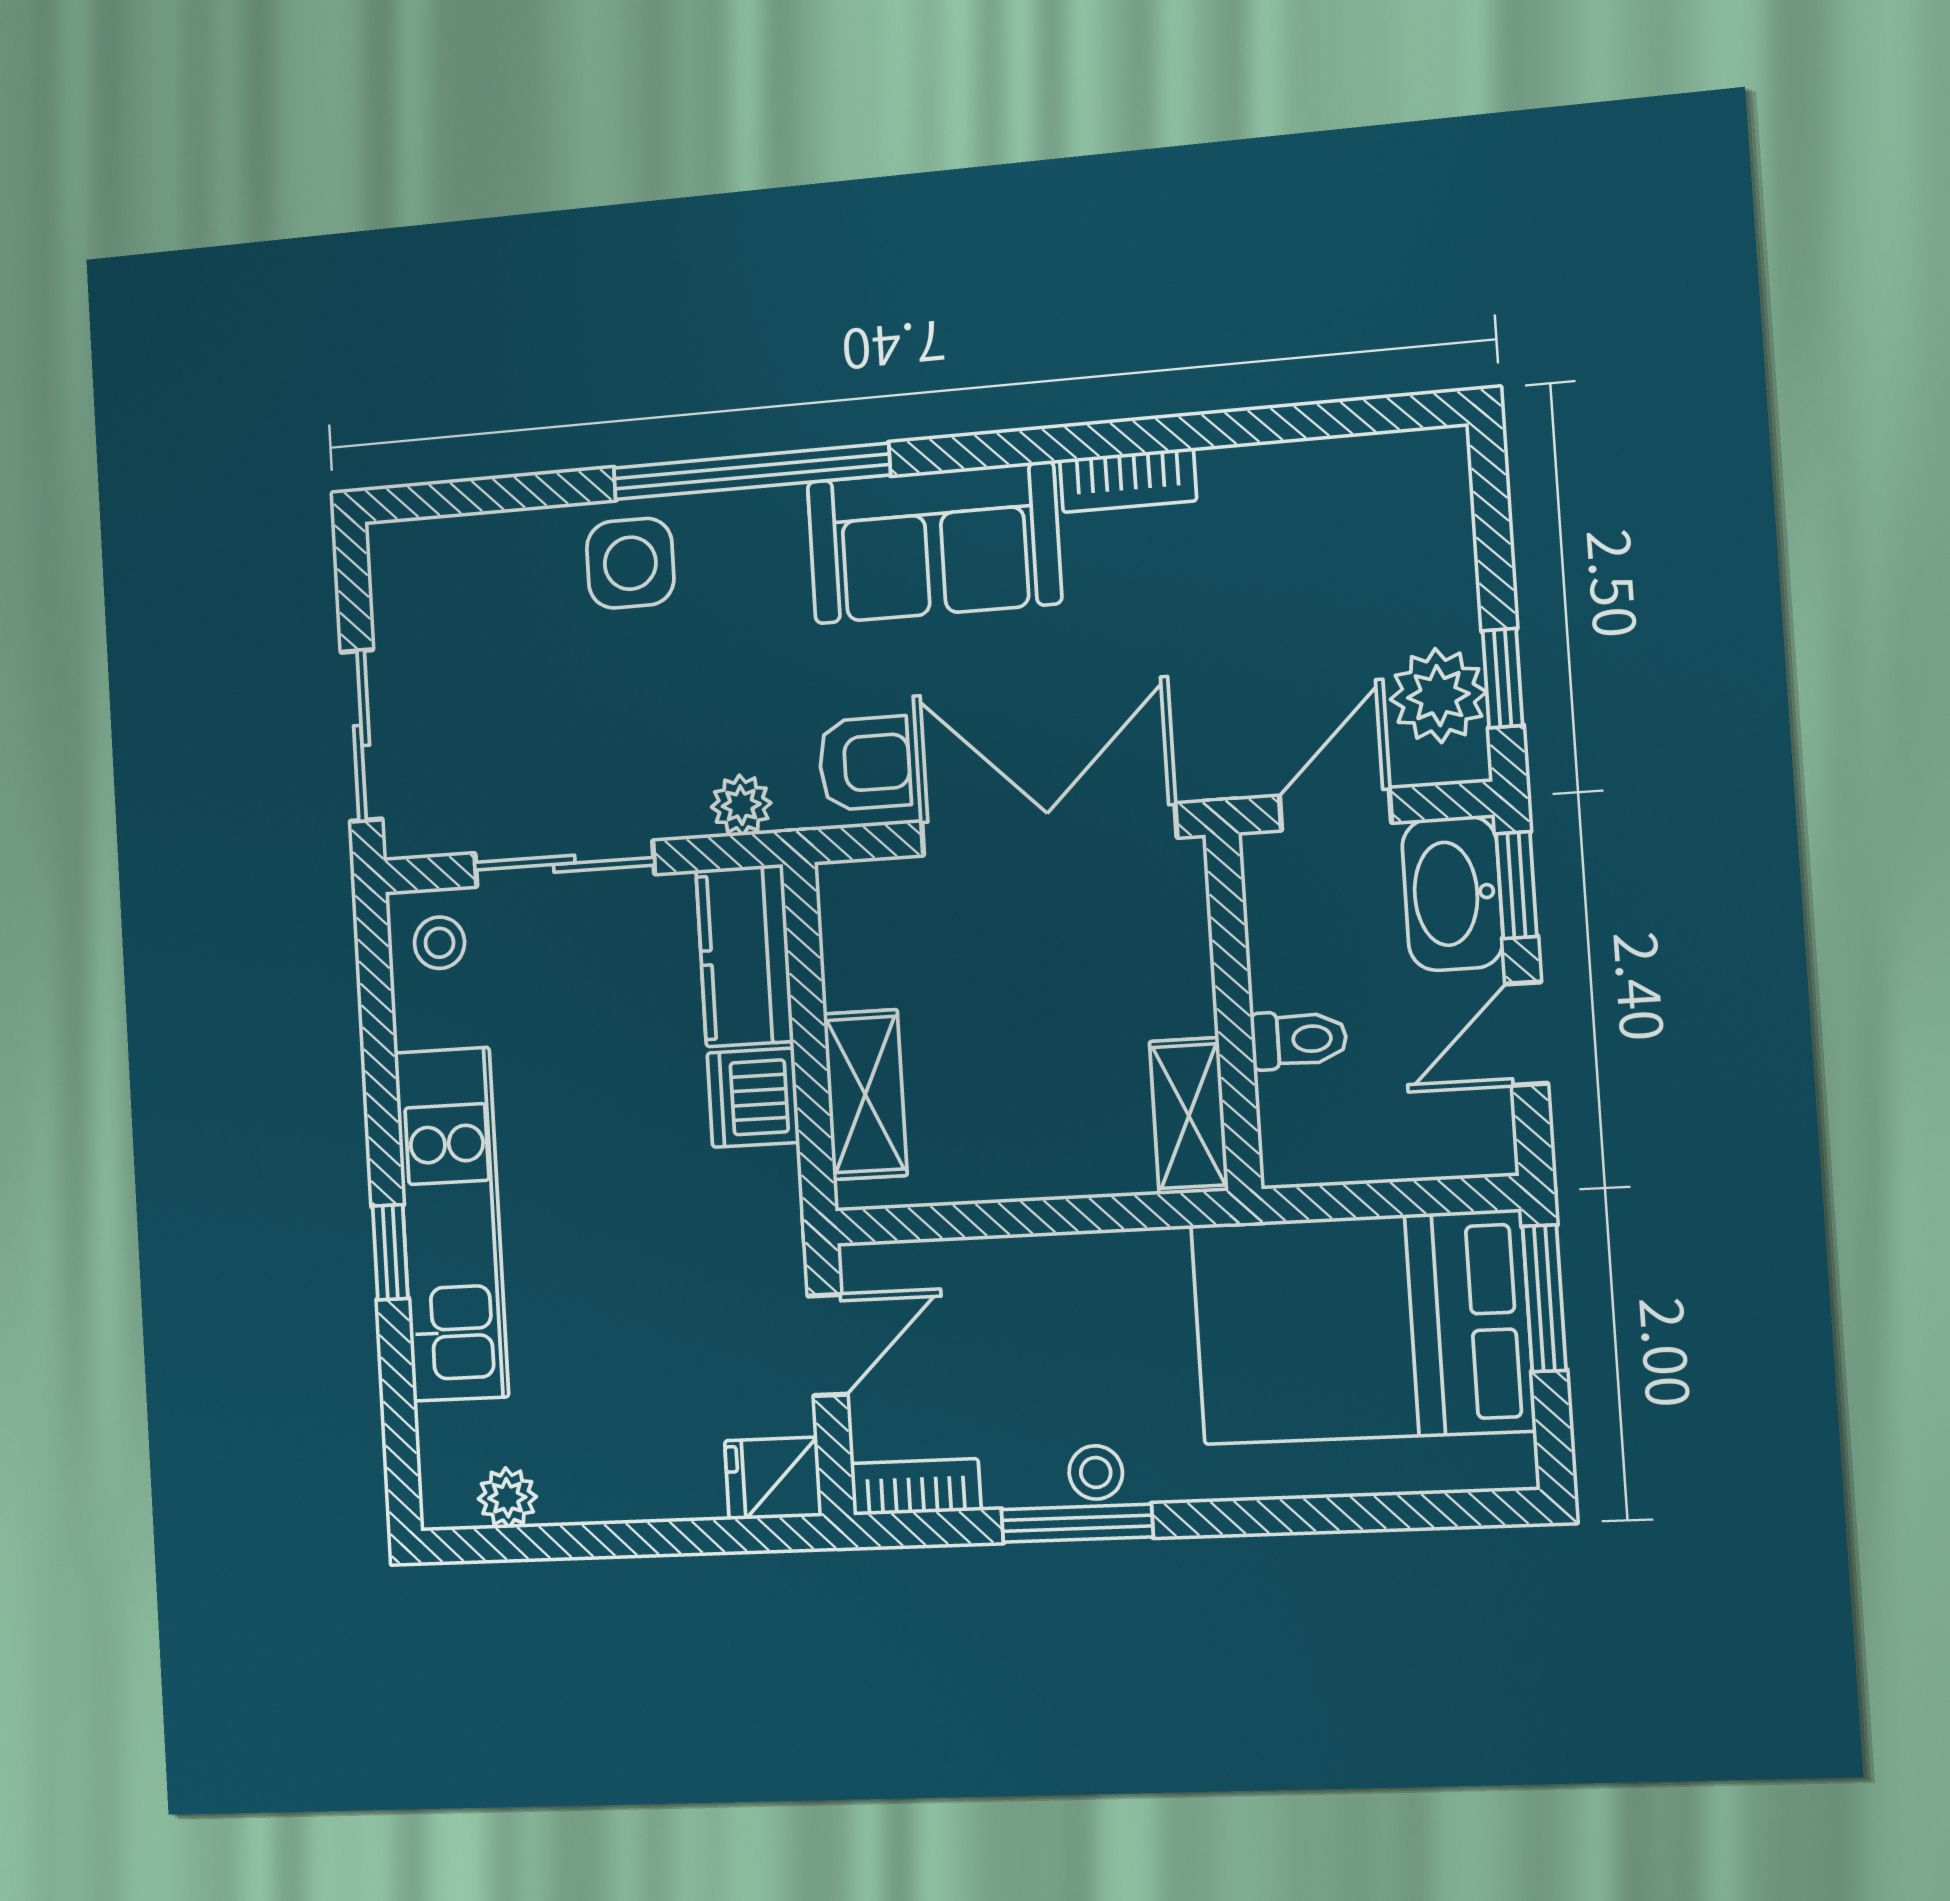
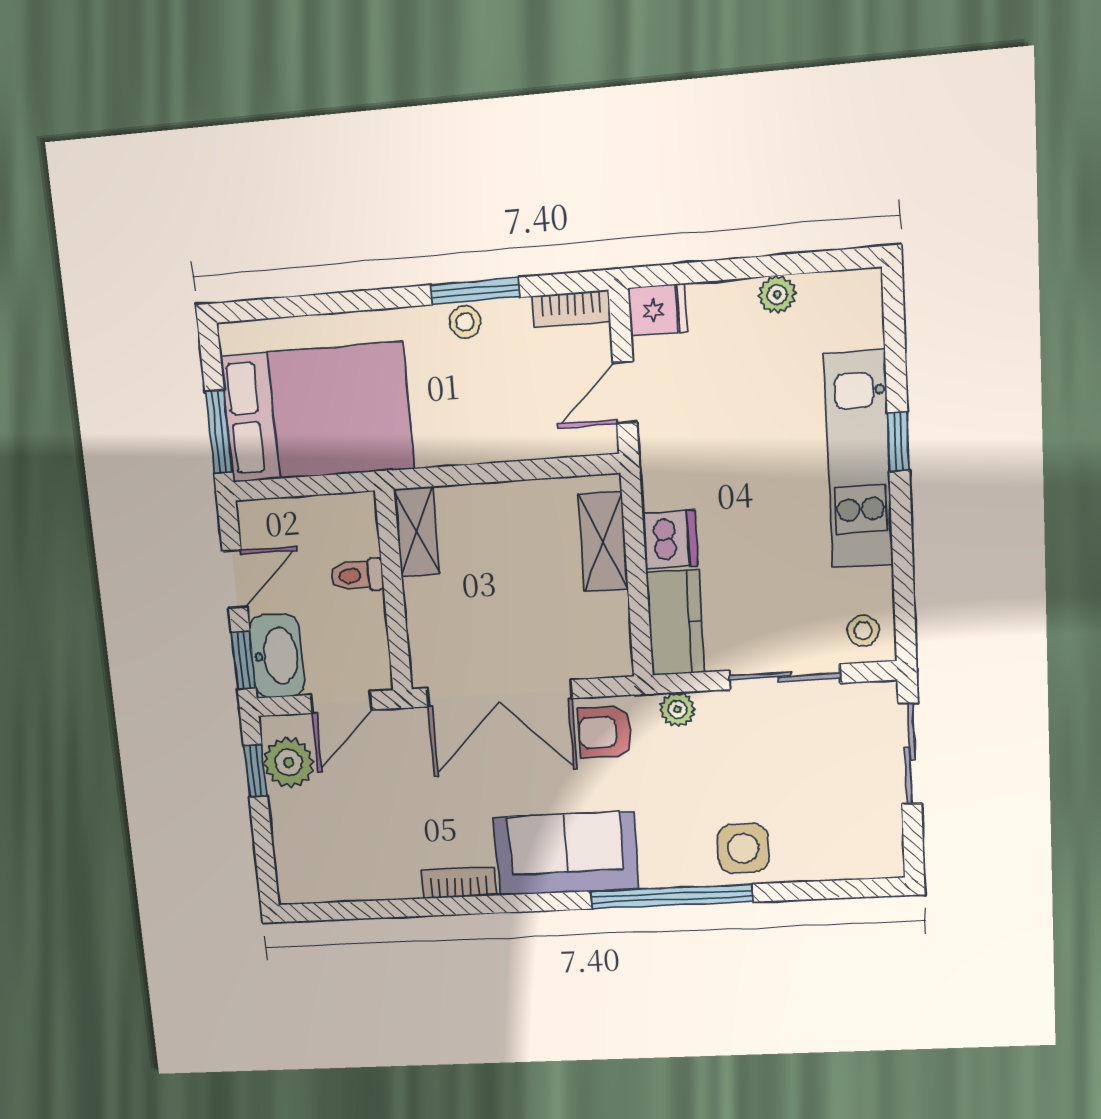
plant: (507, 1498) -> (777, 294), moved

